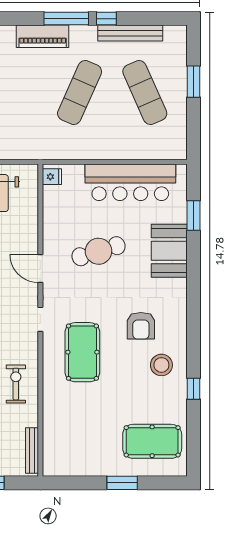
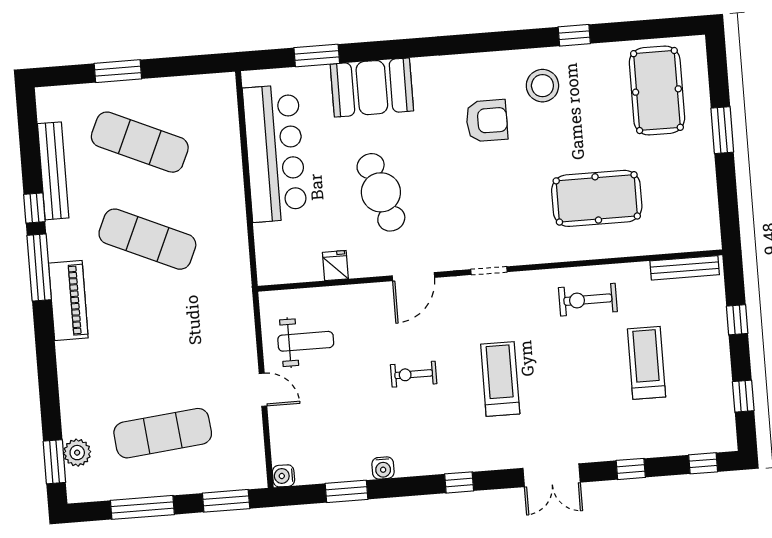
exercise mat: (145, 92) -> (140, 142), turned 48
fridge: (52, 177) -> (335, 266), moved
pool table: (82, 352) -> (597, 198), moved

